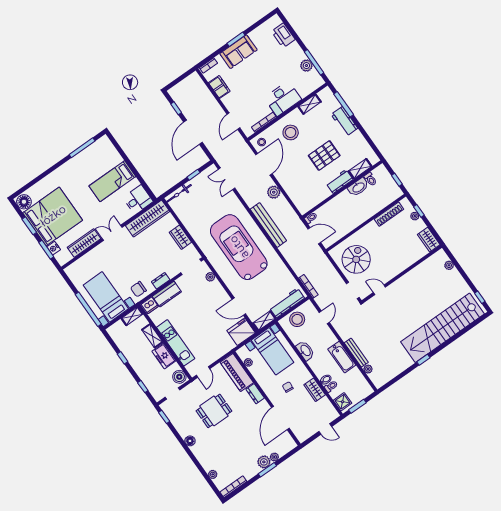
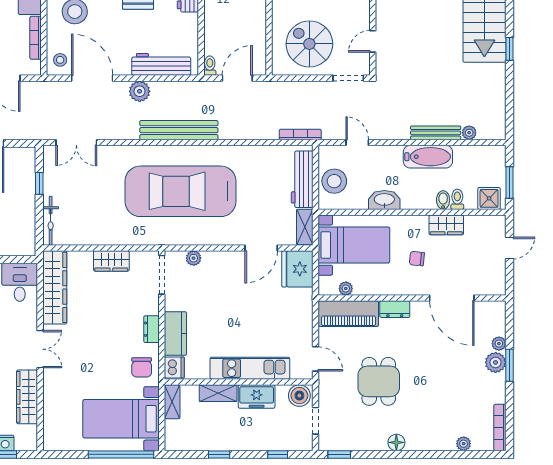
workbench: (295, 193) -> (161, 64), added
double door: (112, 233) -> (40, 349), swing flipped

